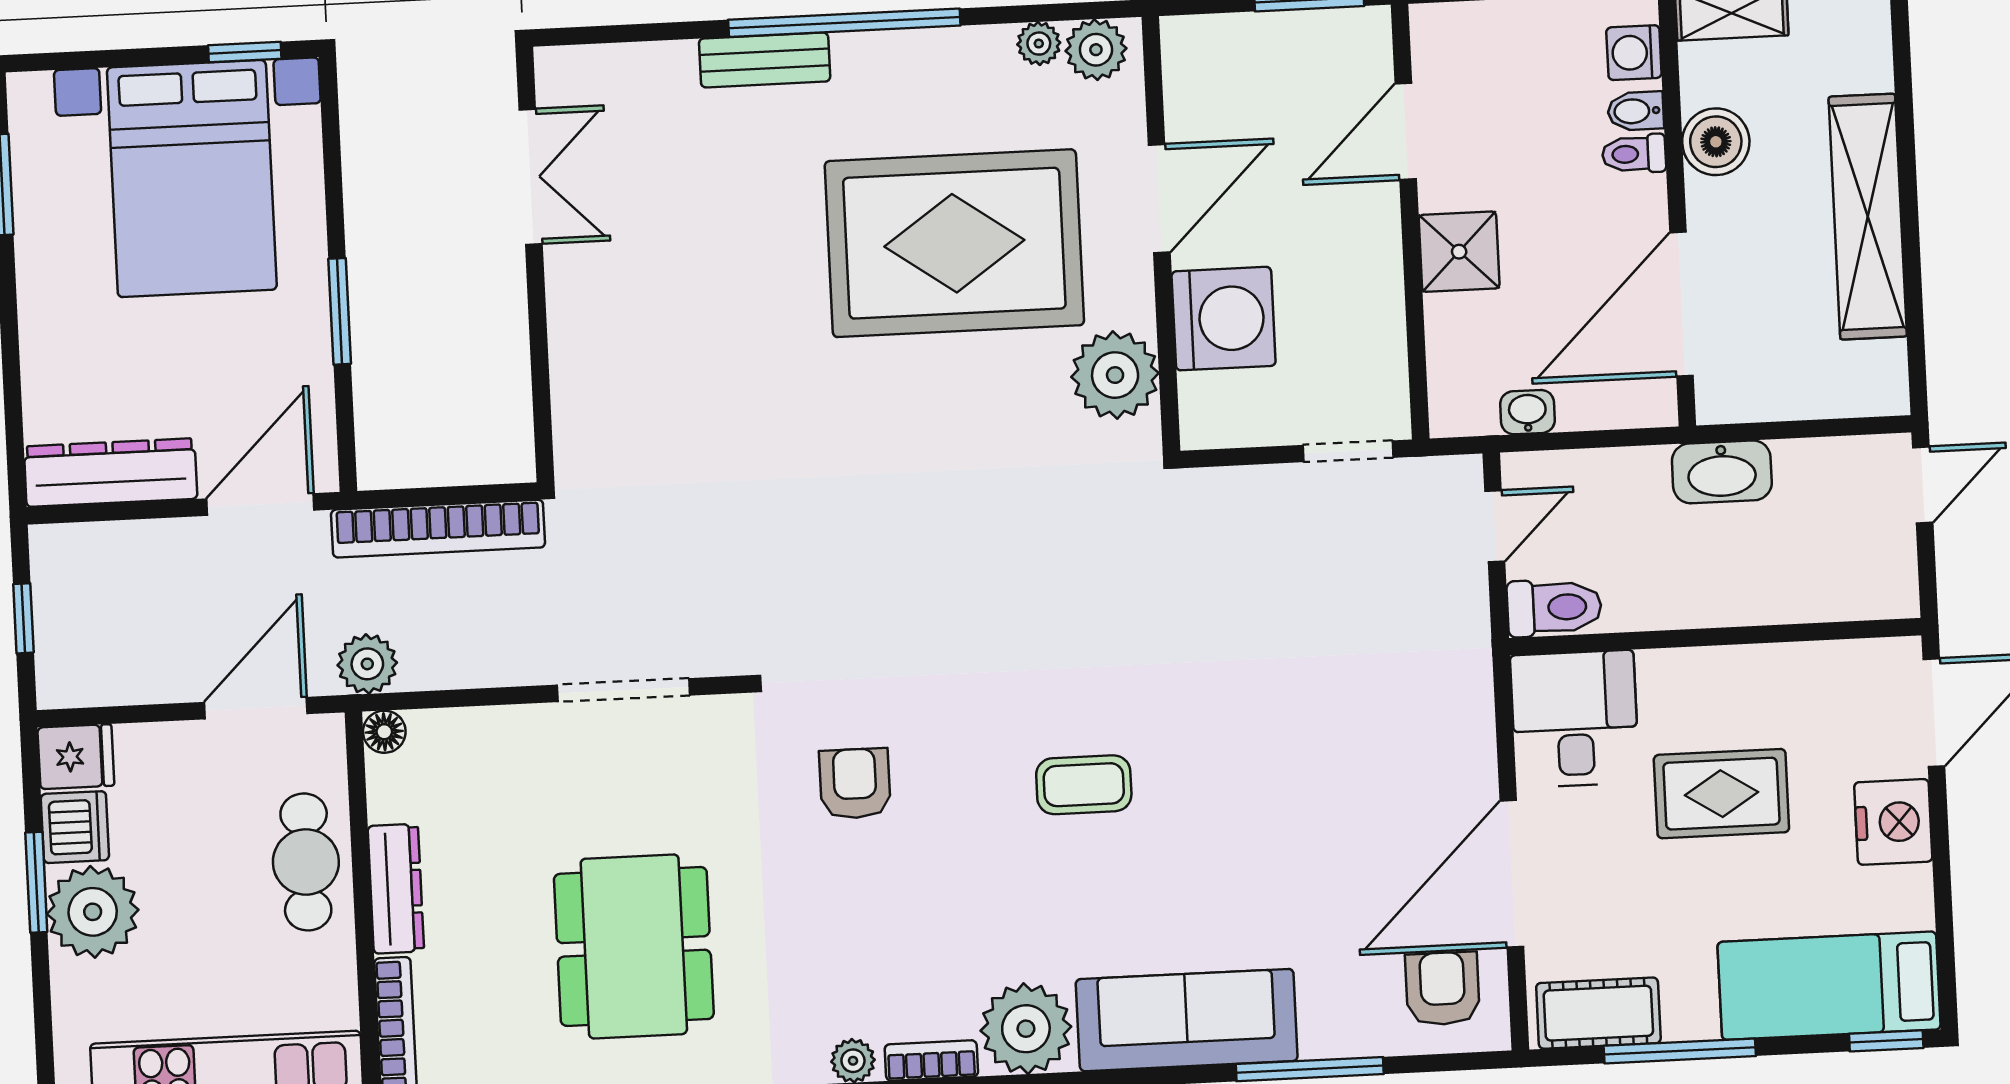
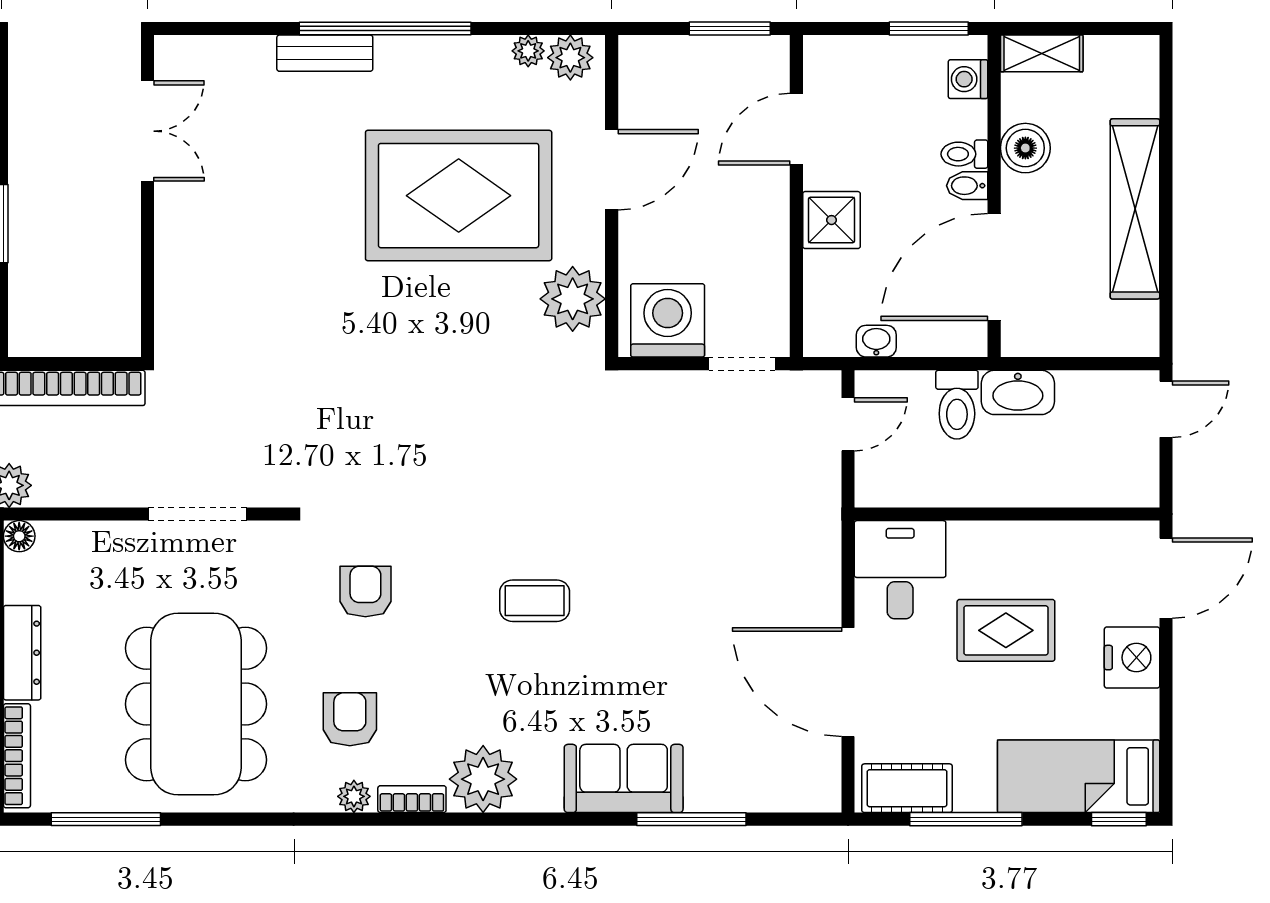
bidet: (1636, 111) -> (967, 186), moved
washing machine: (1224, 319) -> (668, 320), moved, turned -90
toilet: (1554, 607) -> (957, 405), moved, turned 90
door: (1512, 874) -> (848, 682), hinge flipped
dining table: (634, 946) -> (196, 704), width x1.36, depth x1.24
armchair: (1442, 989) -> (350, 719), moved
sofa: (1187, 1020) -> (624, 778), width x0.73

